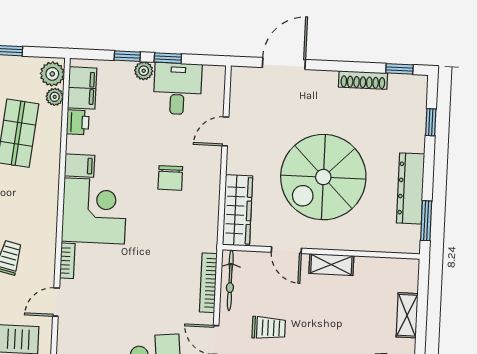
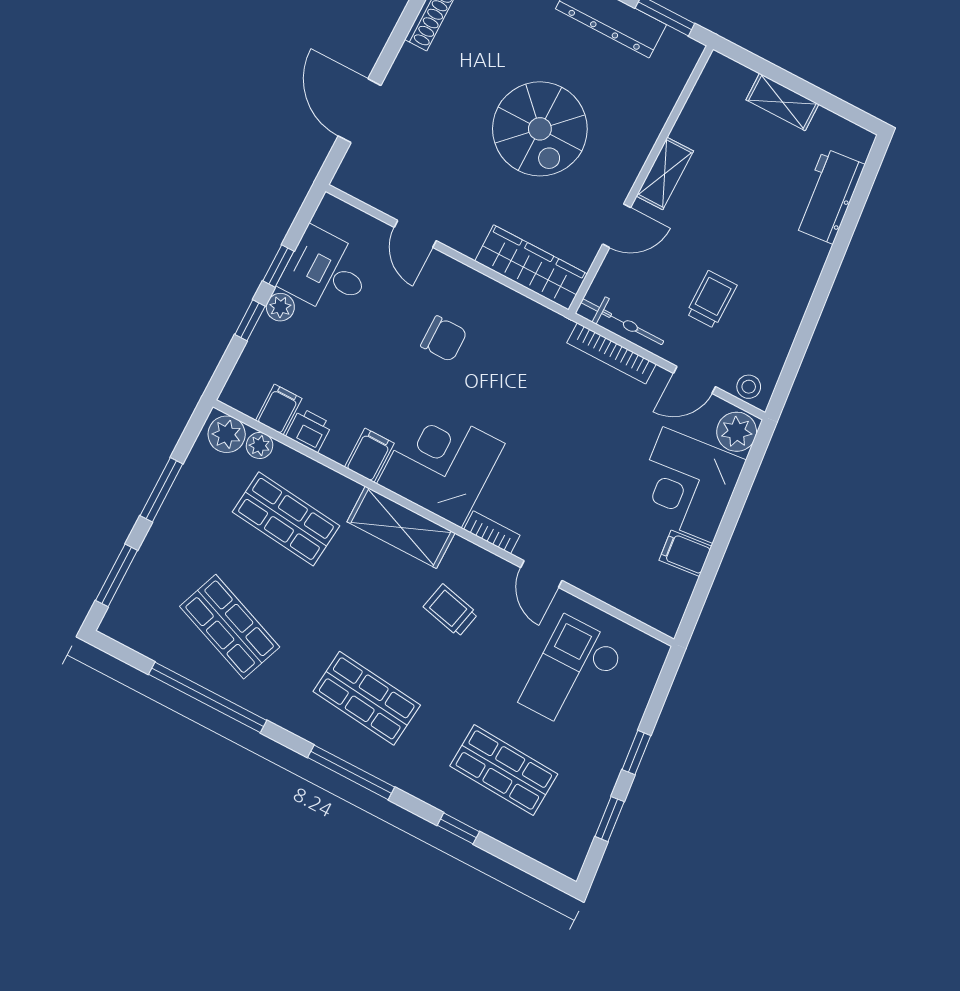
filing cabinet: (82, 88) -> (279, 409), width x0.50
spiral stairs: (323, 177) -> (540, 129), width x0.73, depth x0.73
shelving: (45, 205) -> (401, 527), added

